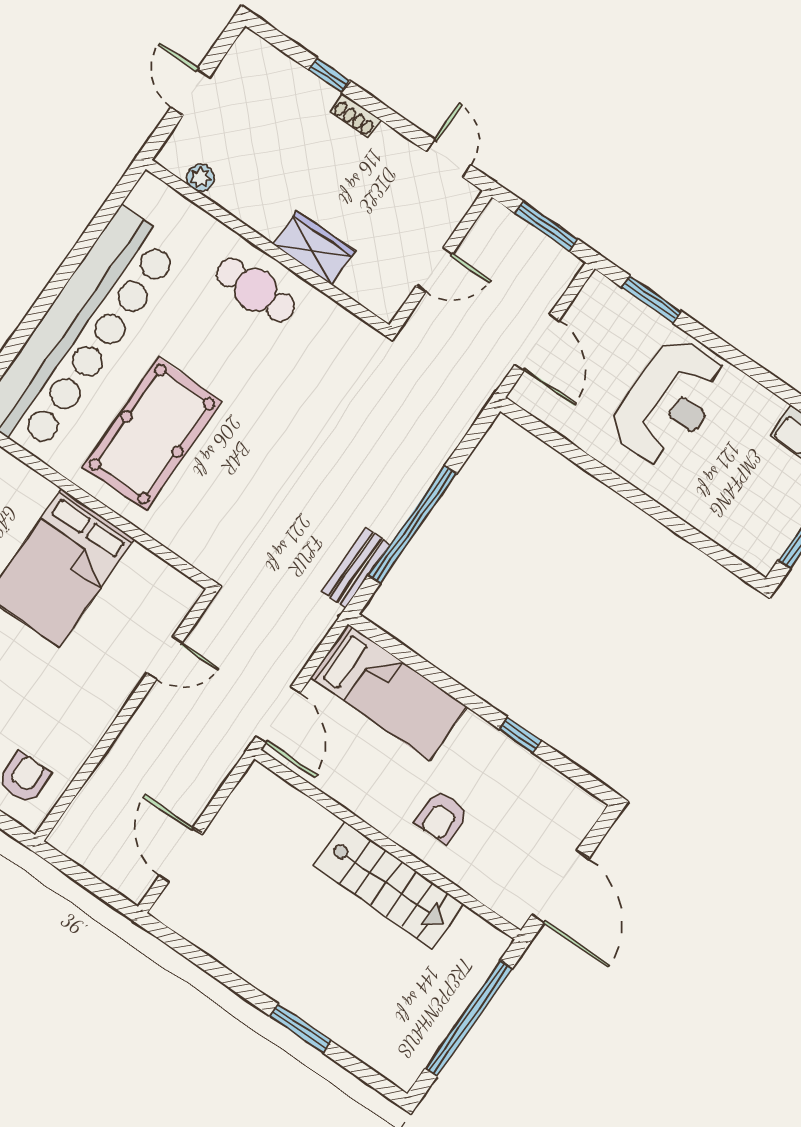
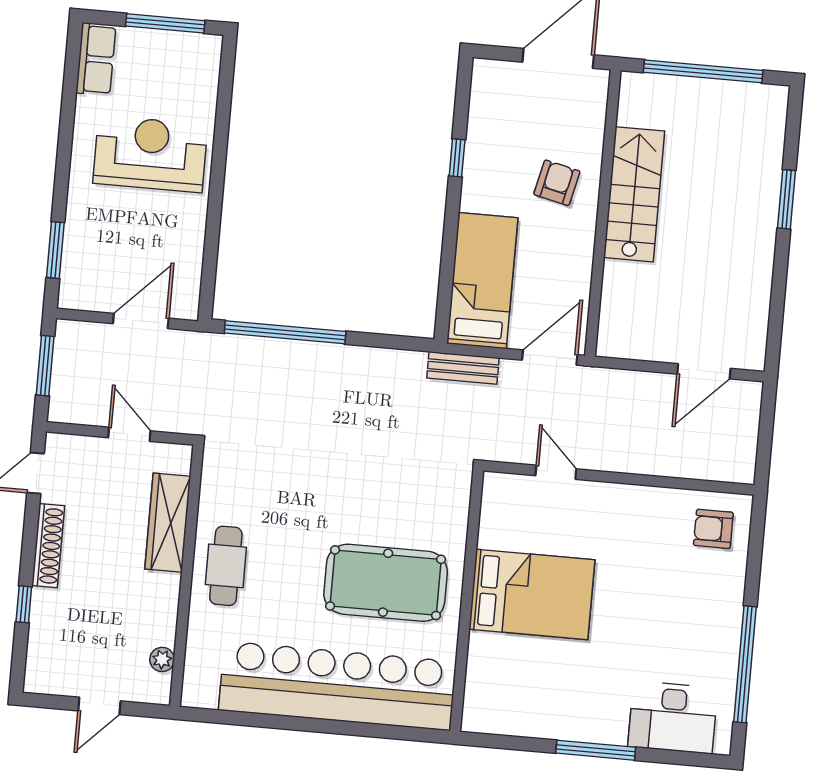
shoe rack: (355, 116) -> (48, 546), width x1.94, depth x1.24
wardrobe: (314, 248) -> (168, 523), width x1.50
reception desk: (669, 402) -> (150, 154), moved
window: (413, 524) -> (285, 332), moved
bench: (356, 568) -> (463, 368), moved
armchair: (442, 817) -> (557, 183), turned -77

